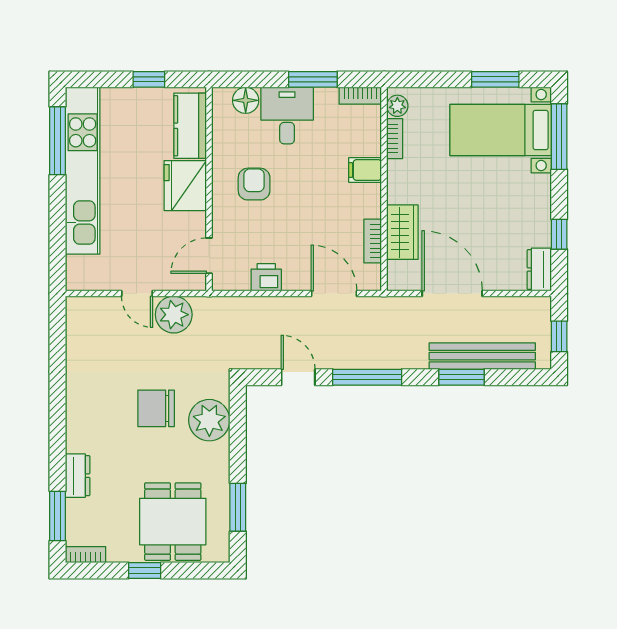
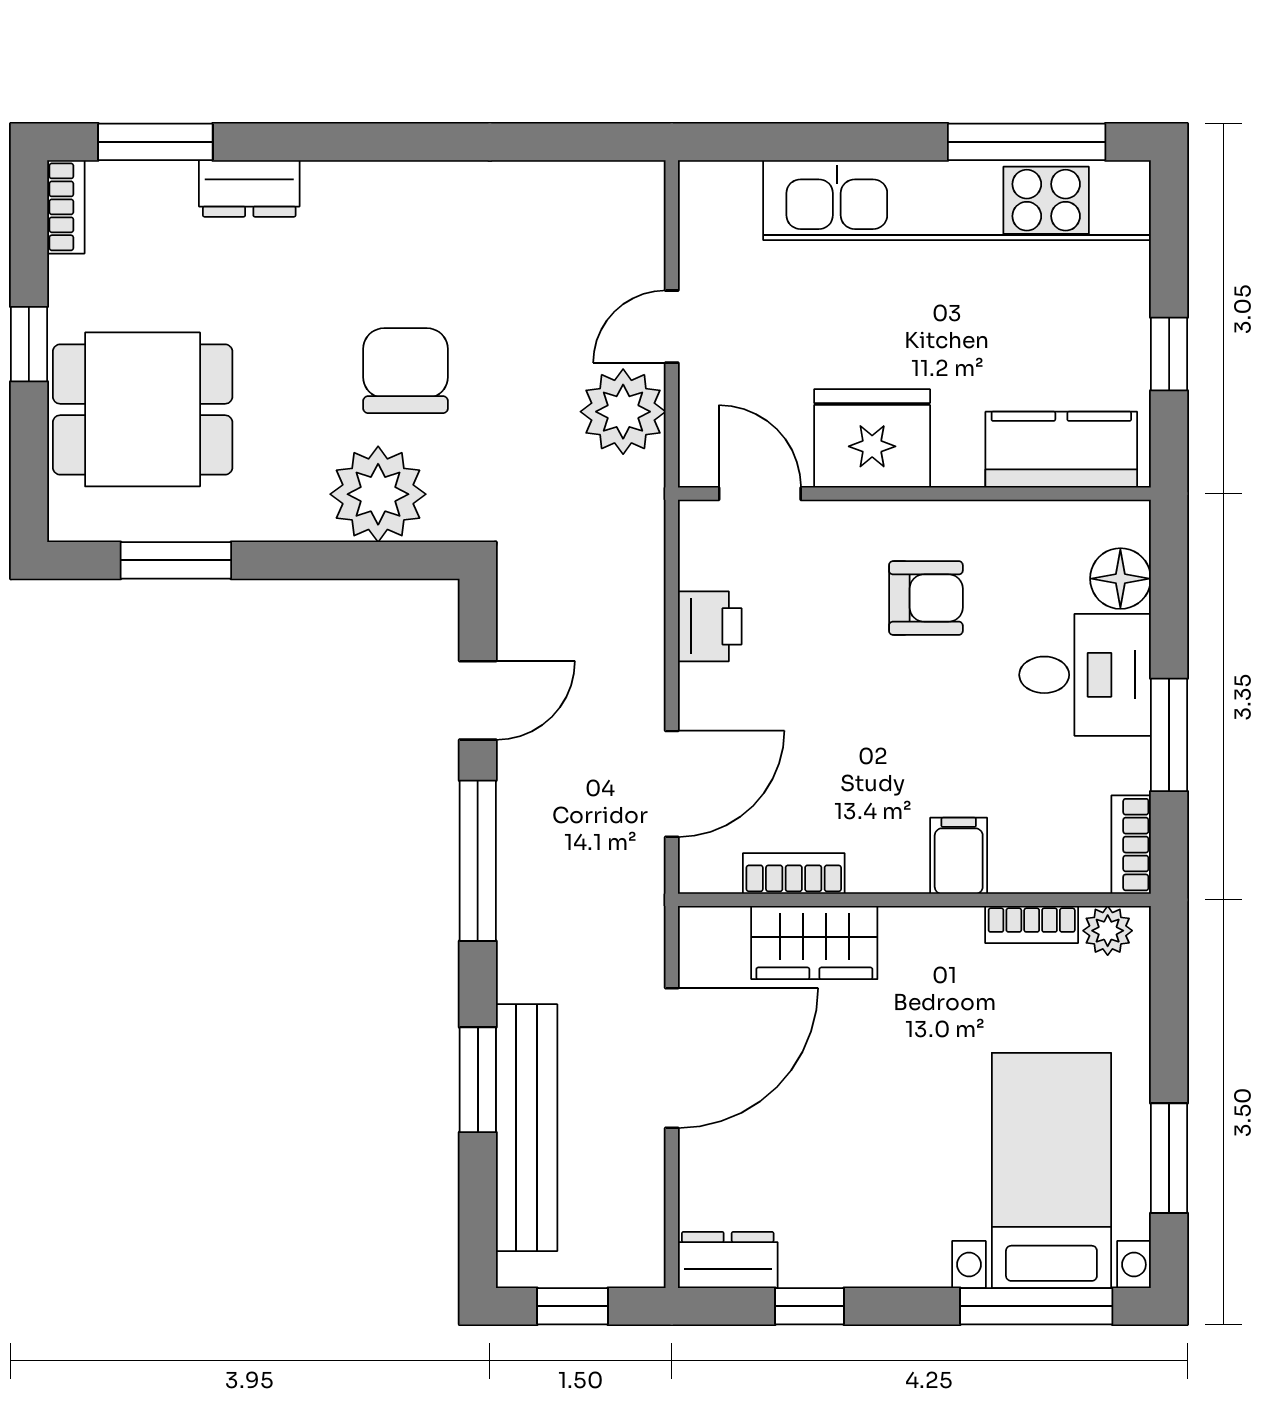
fridge: (185, 186) -> (872, 438), moved

